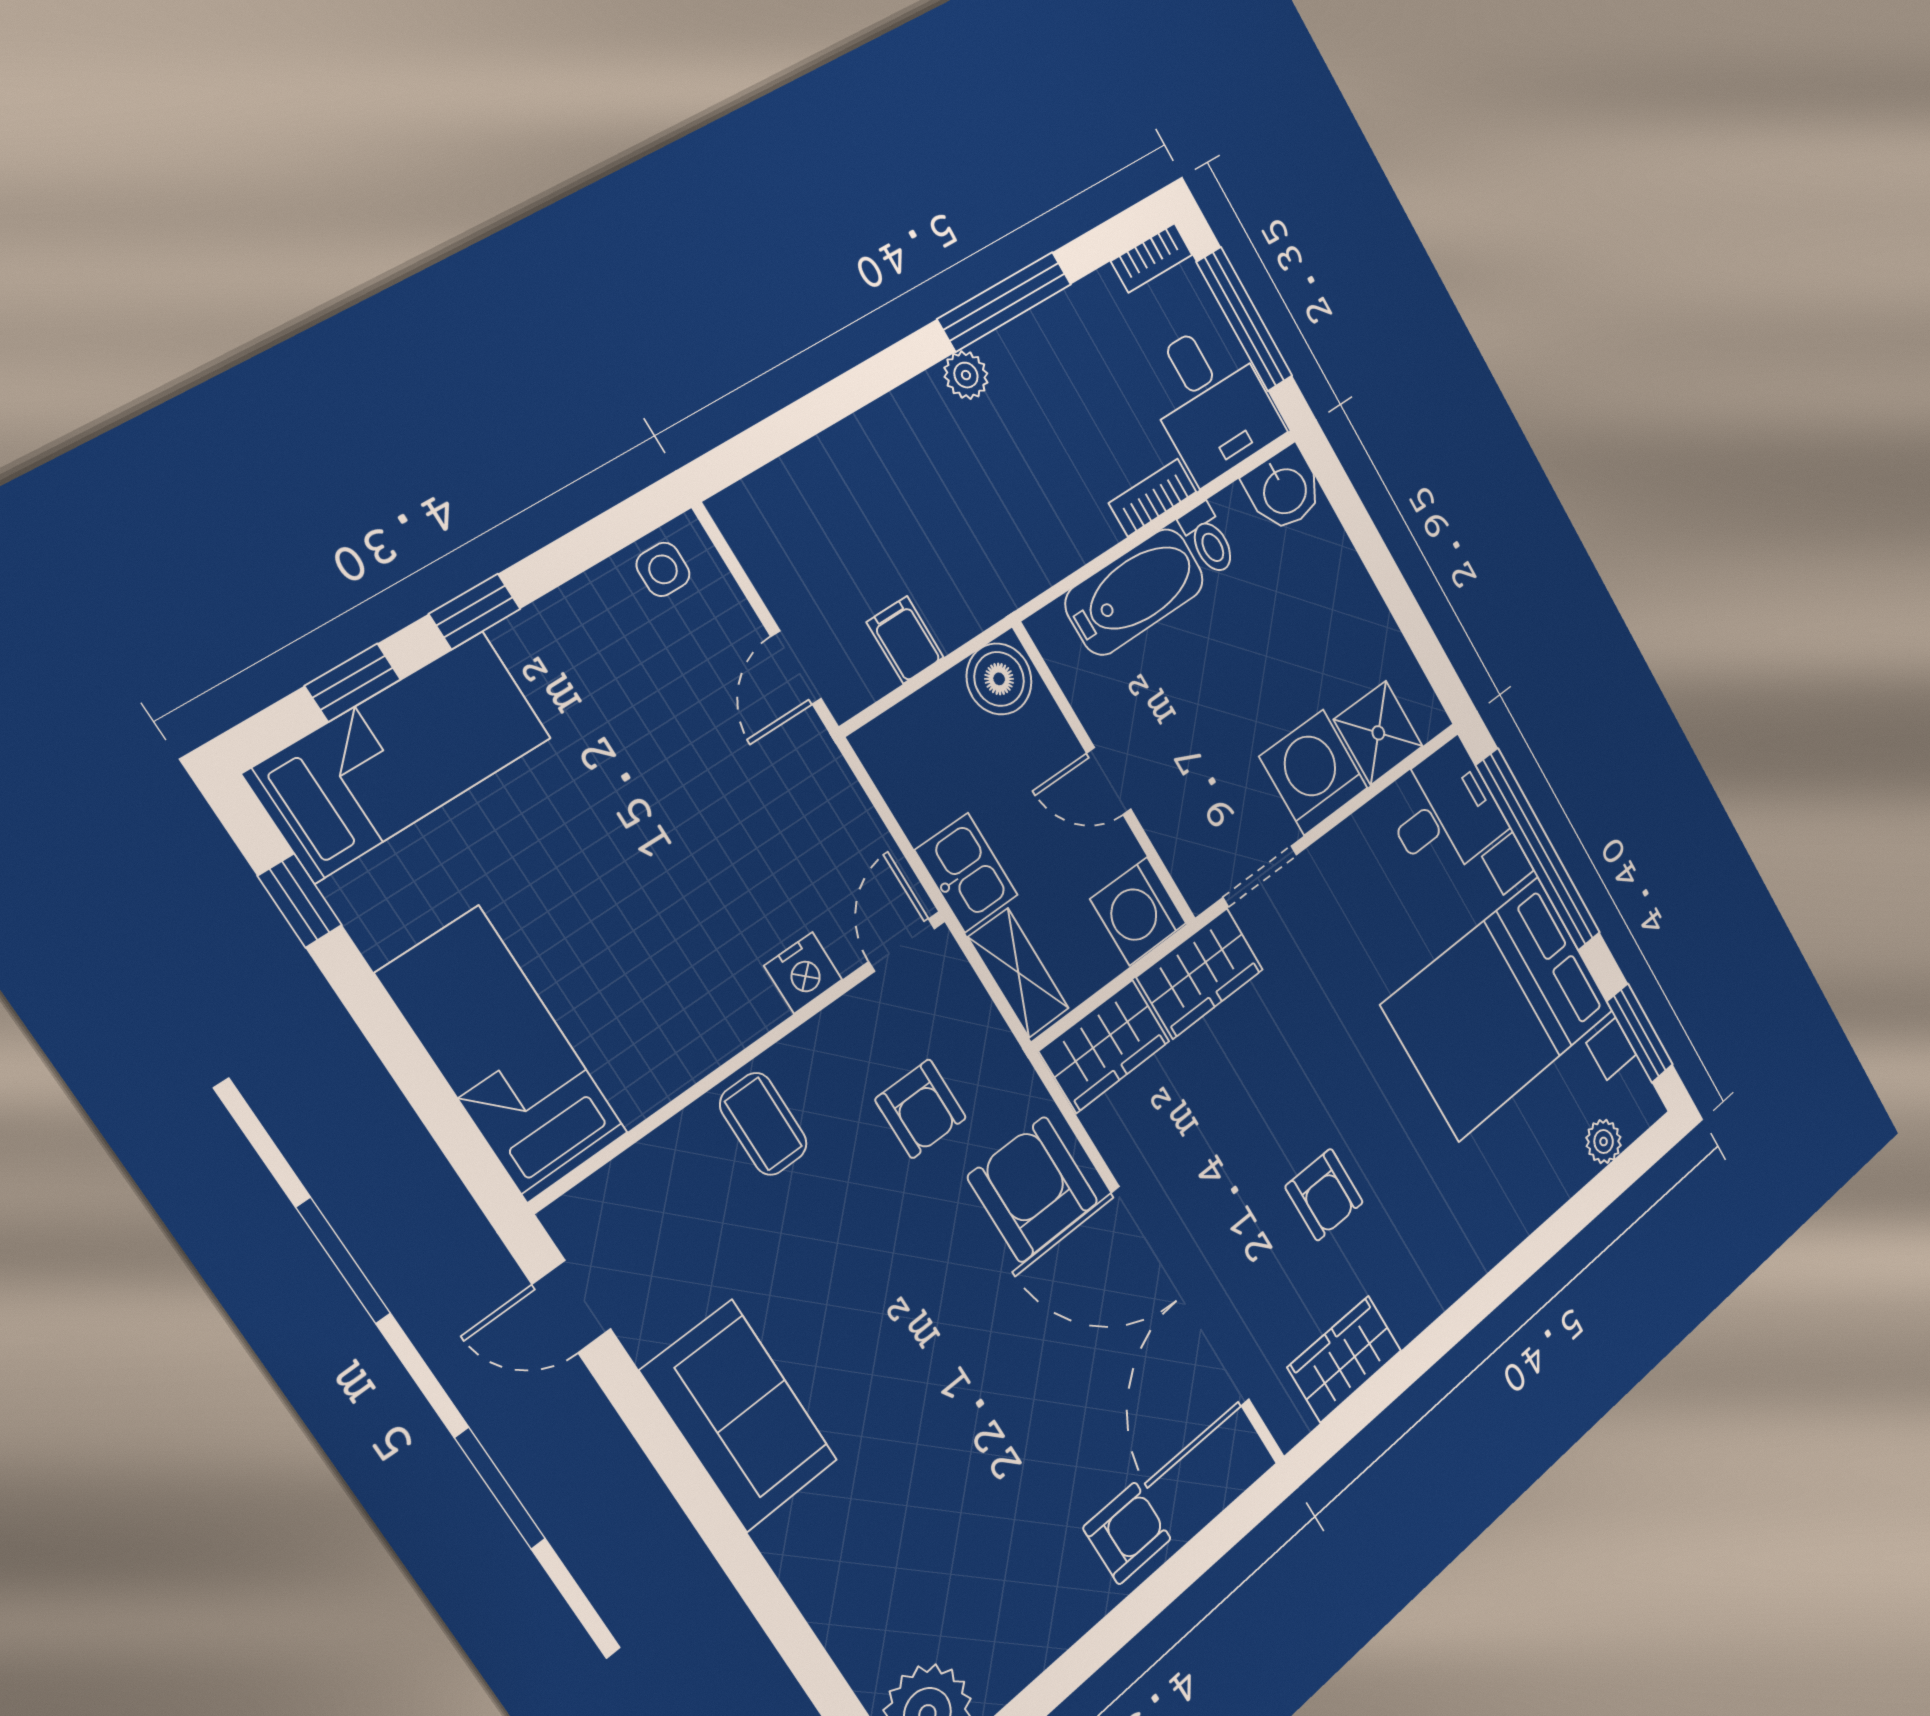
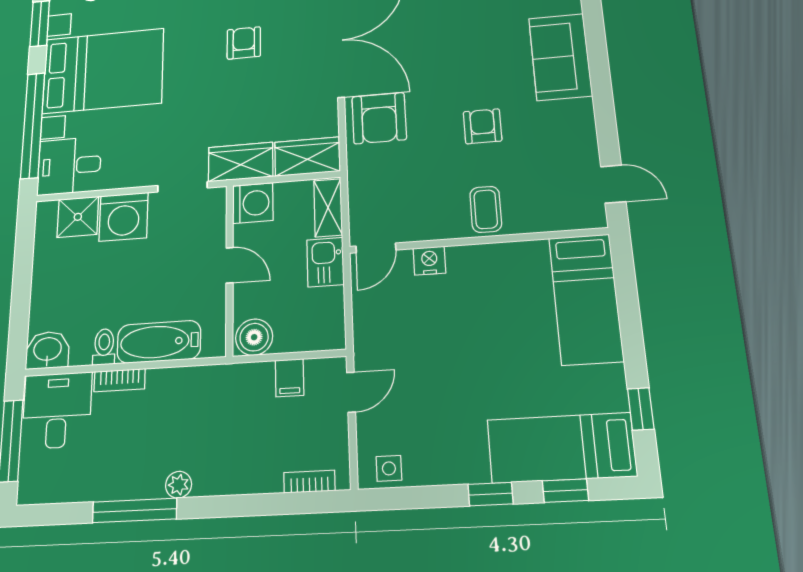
bookcase: (1152, 258) -> (309, 482), moved
armchair: (921, 1109) -> (483, 126), moved
sofa: (739, 1416) -> (560, 57), moved

